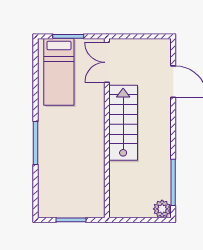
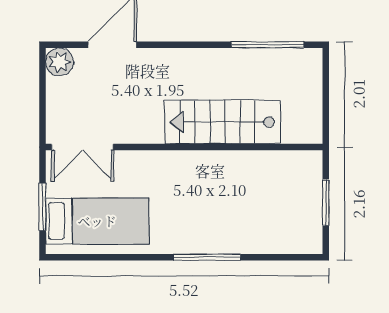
stairs: (123, 123) -> (223, 122), moved
plant: (162, 209) -> (60, 62), moved

